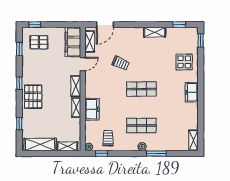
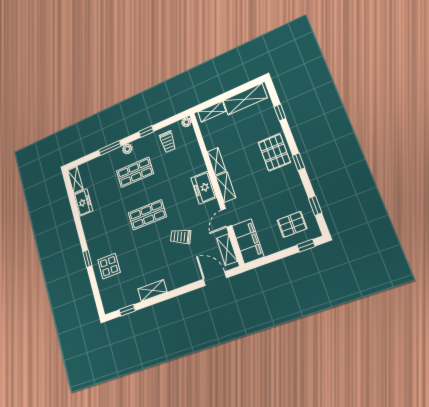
door: (105, 25) -> (215, 279), hinge flipped
window: (201, 41) -> (87, 259), moved
freezer: (192, 92) -> (83, 202), moved
freezer: (92, 109) -> (204, 188), moved
window: (102, 154) -> (146, 132), moved

